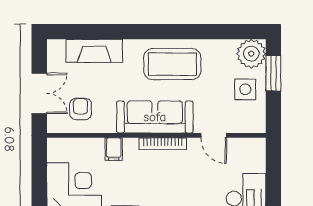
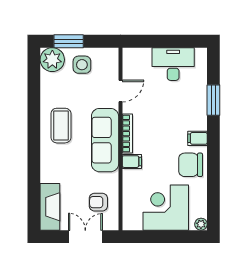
fireplace: (94, 51) -> (50, 207), moved
coffee table: (172, 64) -> (61, 126), width x0.73, depth x0.76
filing cabinet: (114, 149) -> (132, 162), moved

